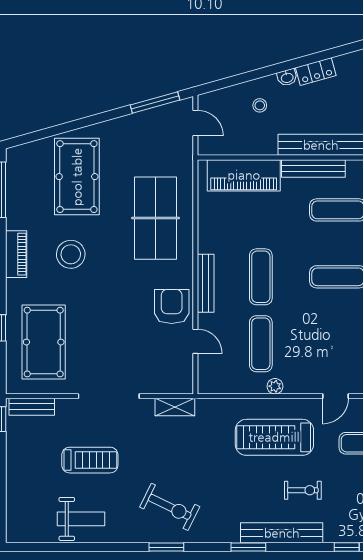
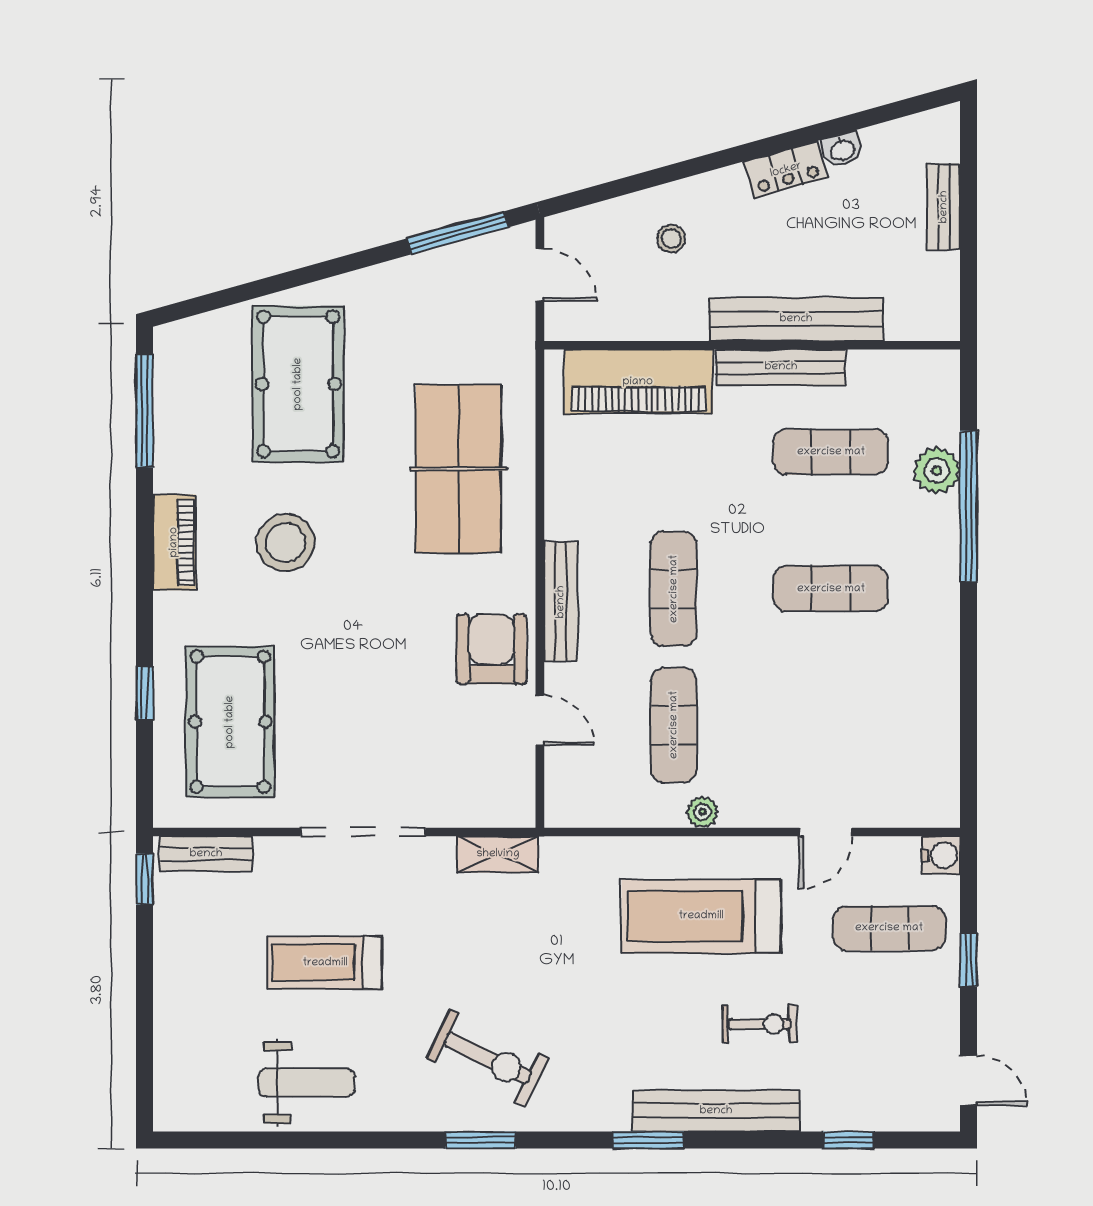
washbasin: (287, 77) -> (842, 150), moved
treadmill: (90, 460) -> (325, 963), turned 180

